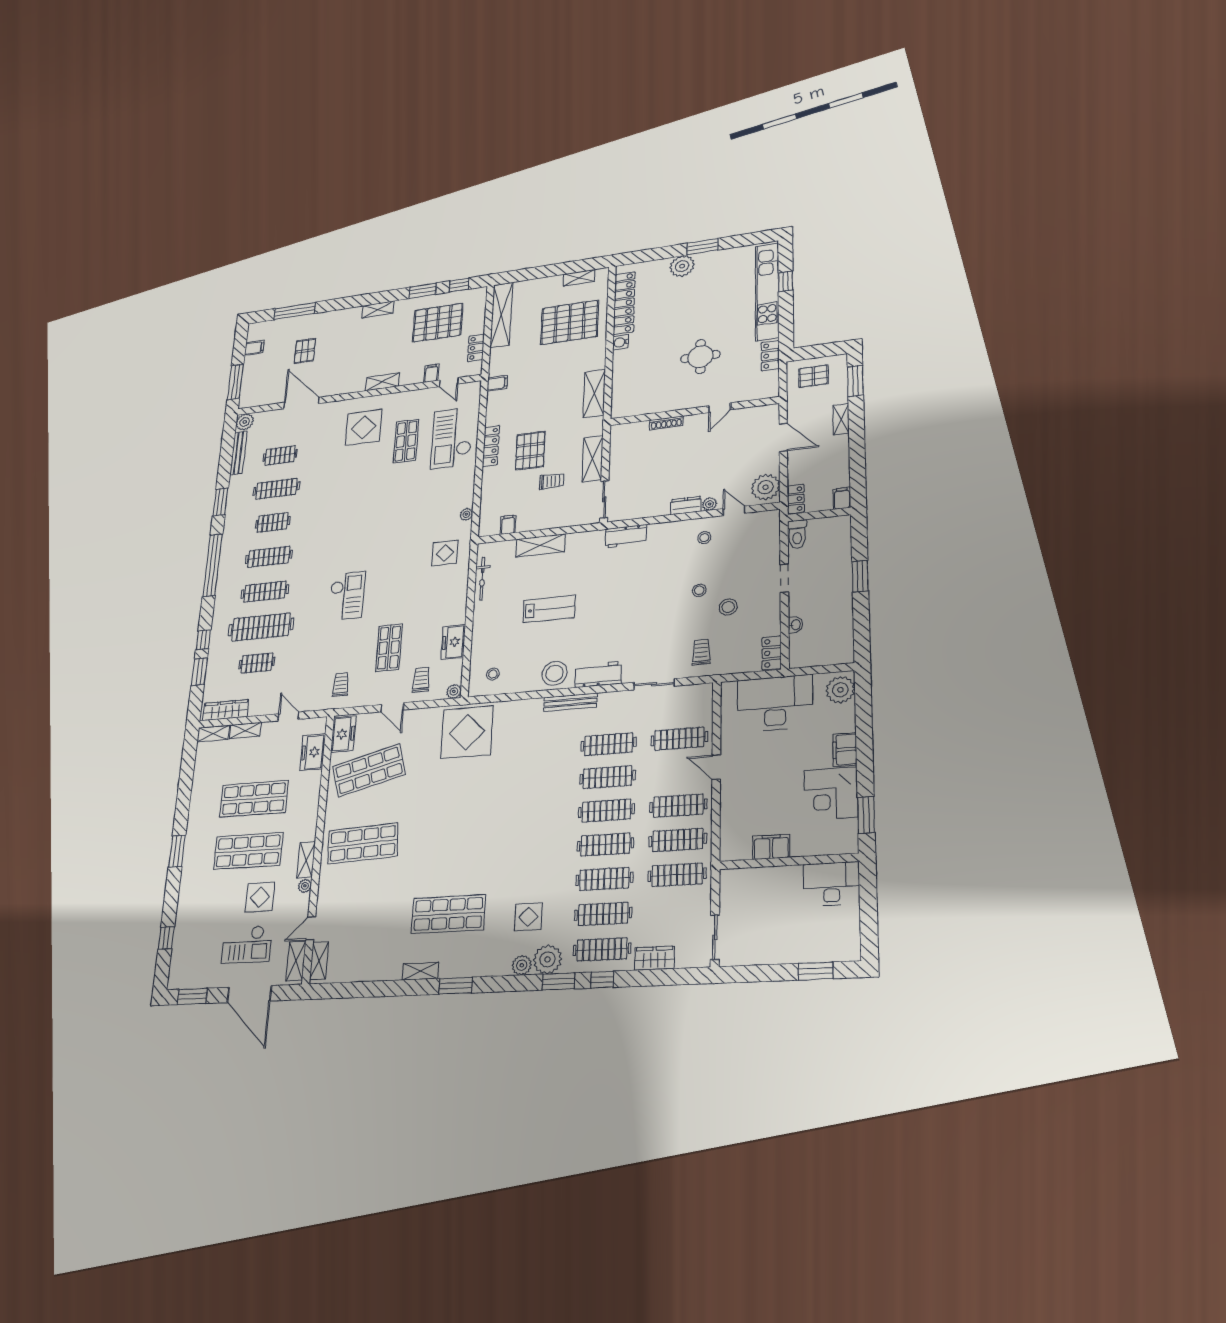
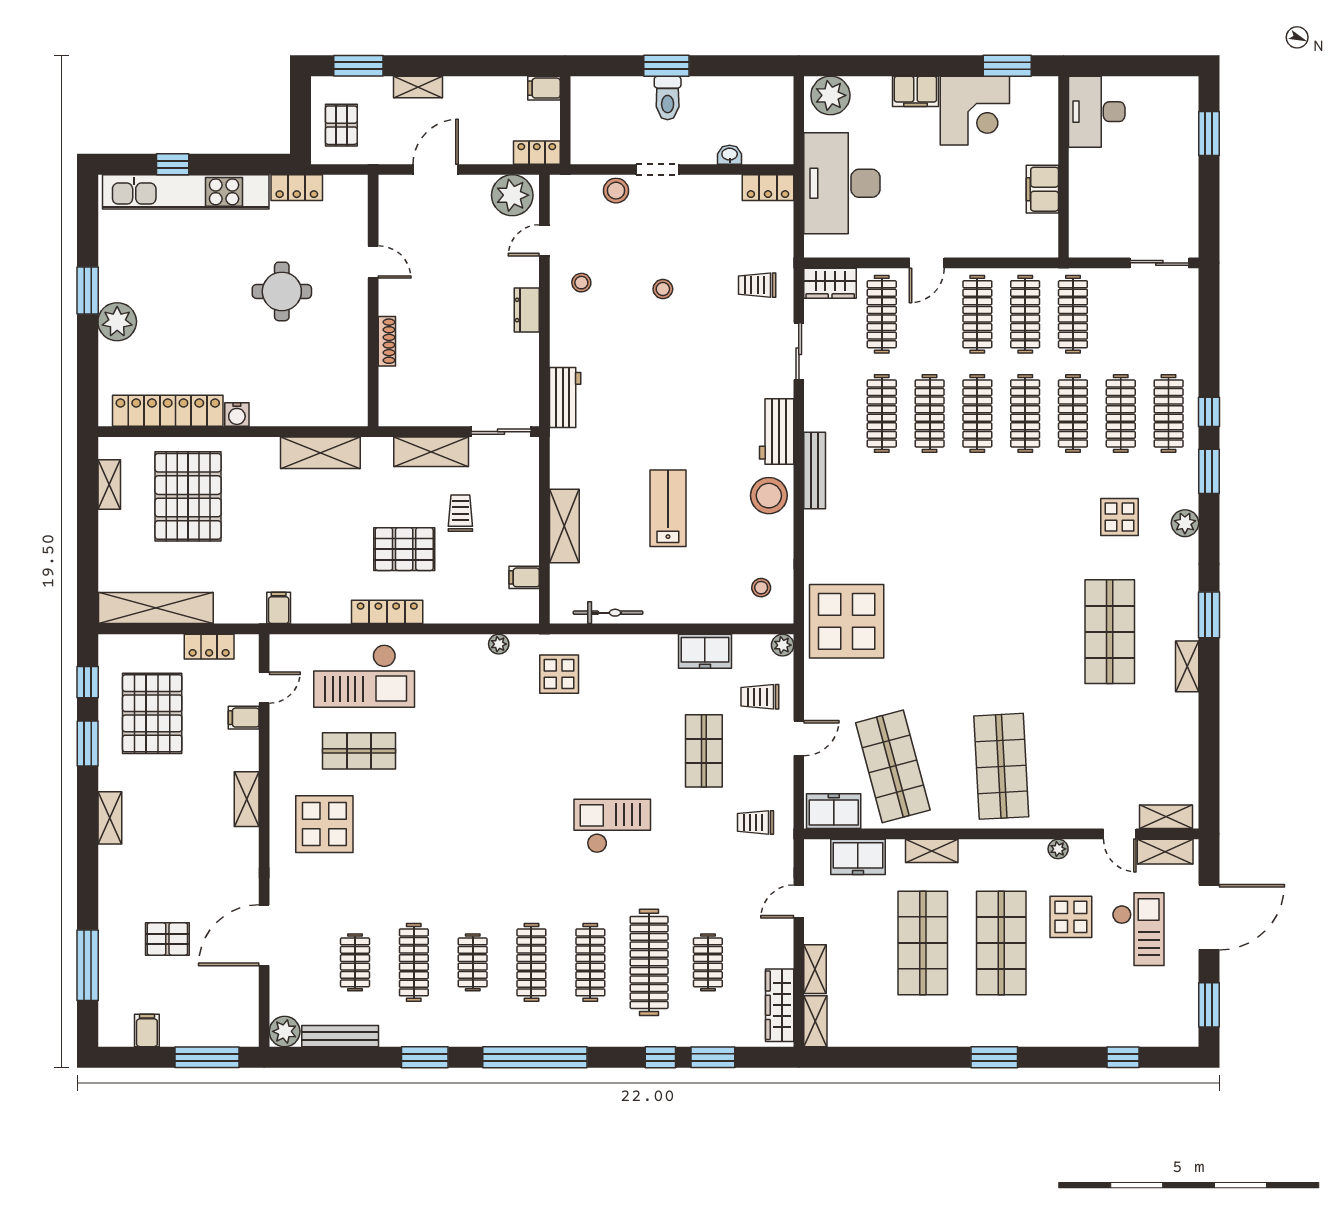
plant: (710, 504) -> (529, 275), removed
toilet: (797, 534) -> (668, 98), moved, turned 90
stool: (728, 607) -> (616, 191), moved
shop shelf: (389, 648) -> (704, 751), turned 90
shelving: (306, 860) -> (932, 851), moved
wardrobe: (654, 958) -> (830, 283), moved, turned -90
plant: (548, 959) -> (1179, 488), removed

